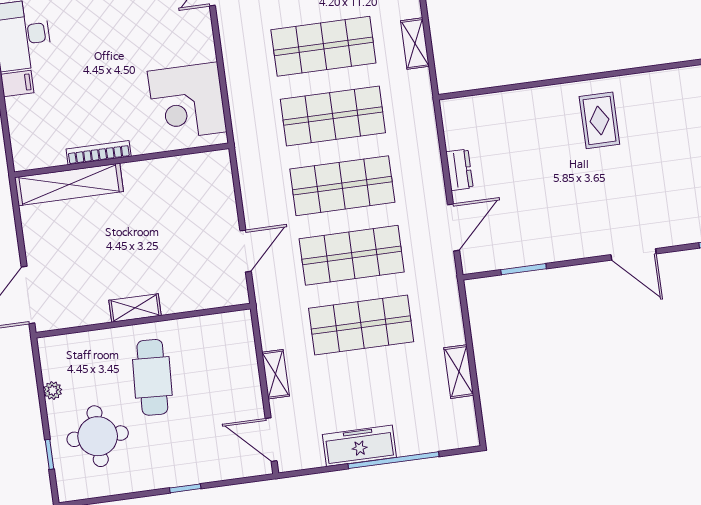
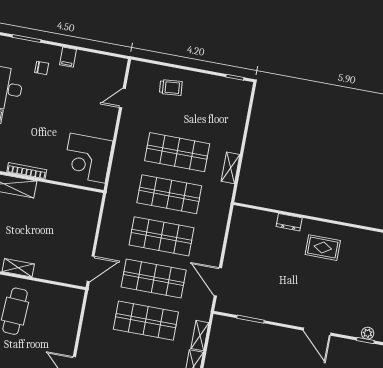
rug: (599, 120) -> (323, 248), turned 90
dresser: (459, 170) -> (289, 222), moved, turned 90
door: (454, 228) -> (218, 282), swing flipped
door: (246, 251) -> (91, 269), moved
shelving: (276, 374) -> (200, 336), moved

